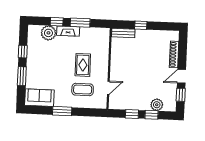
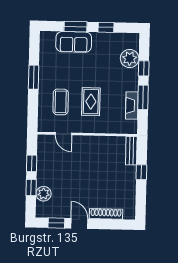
fireplace: (68, 31) -> (132, 106), moved
rug: (83, 65) -> (91, 102), turned 90
sofa: (39, 98) -> (74, 42), moved, turned 90

